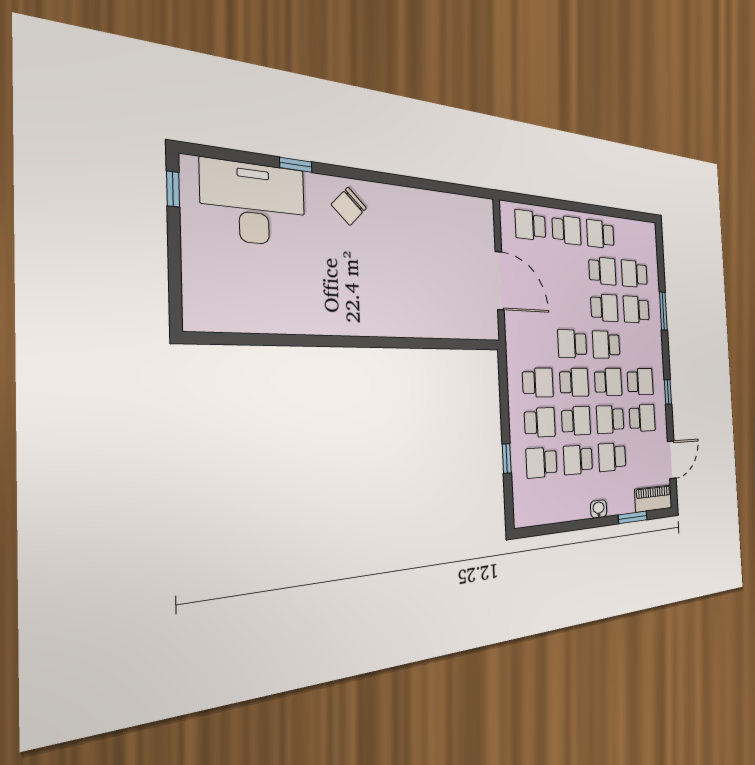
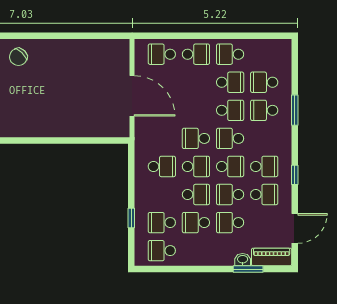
school desk: (540, 422) -> (162, 251), moved, turned 180
washbasin: (599, 509) -> (243, 260), moved

